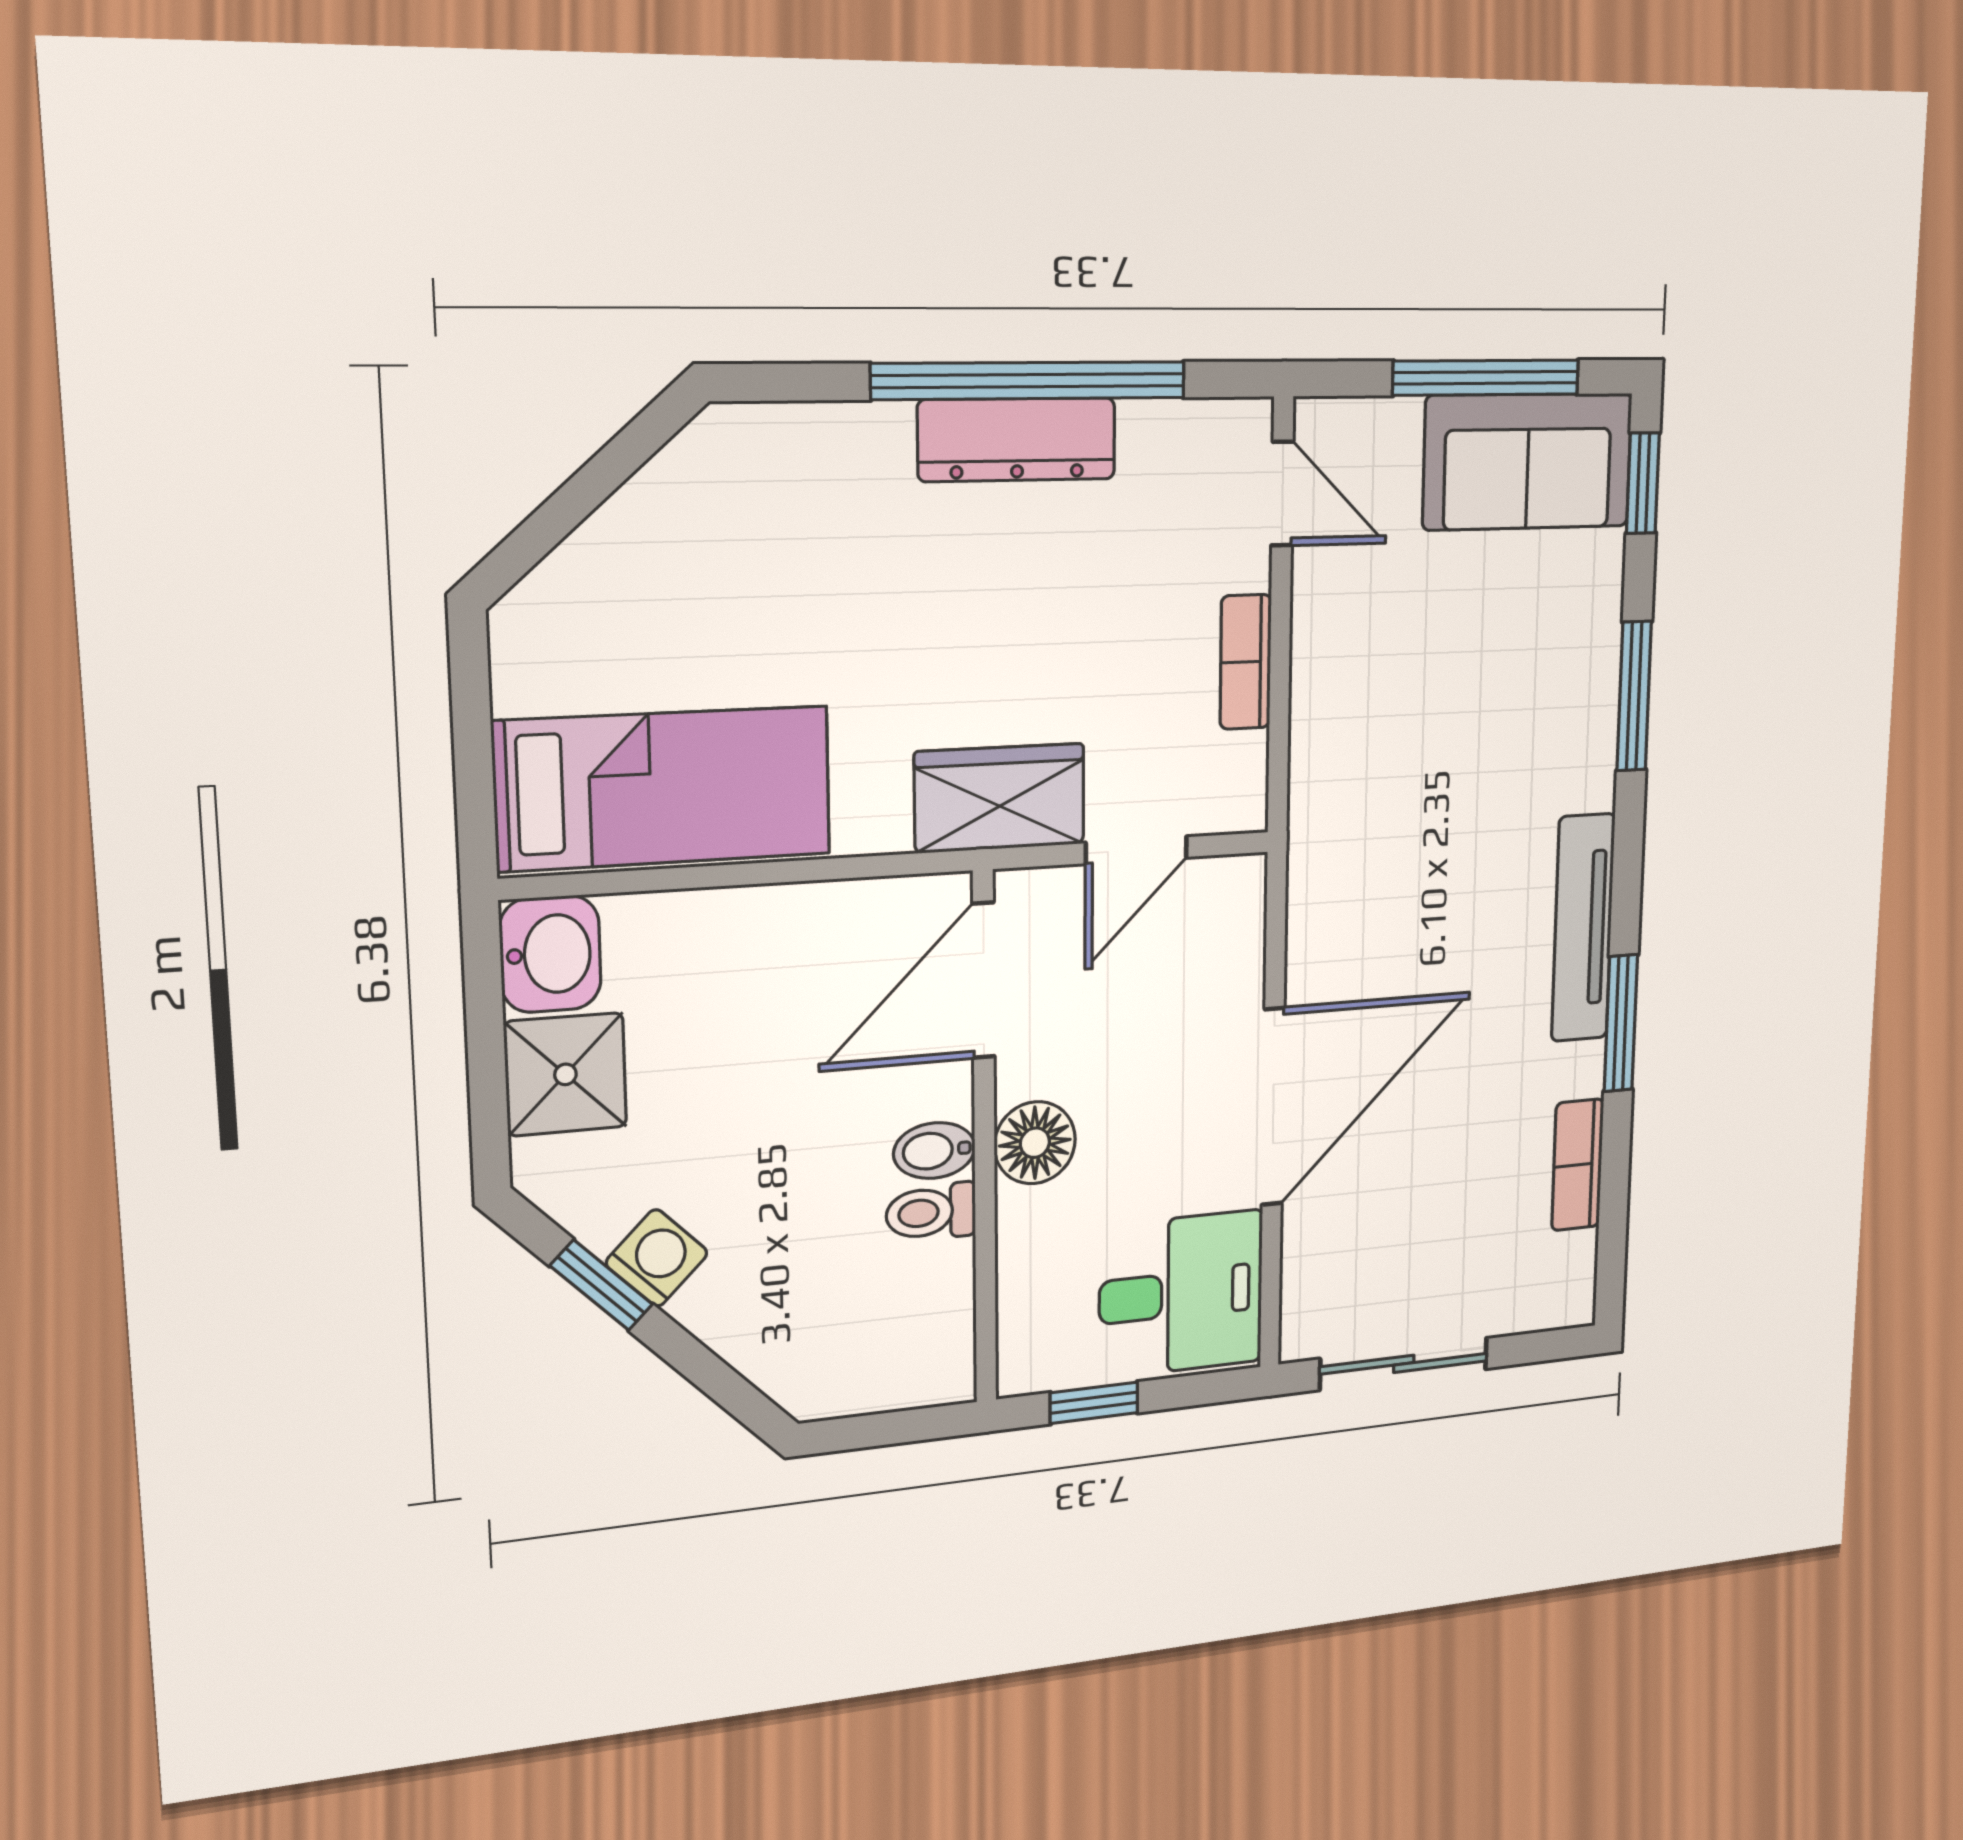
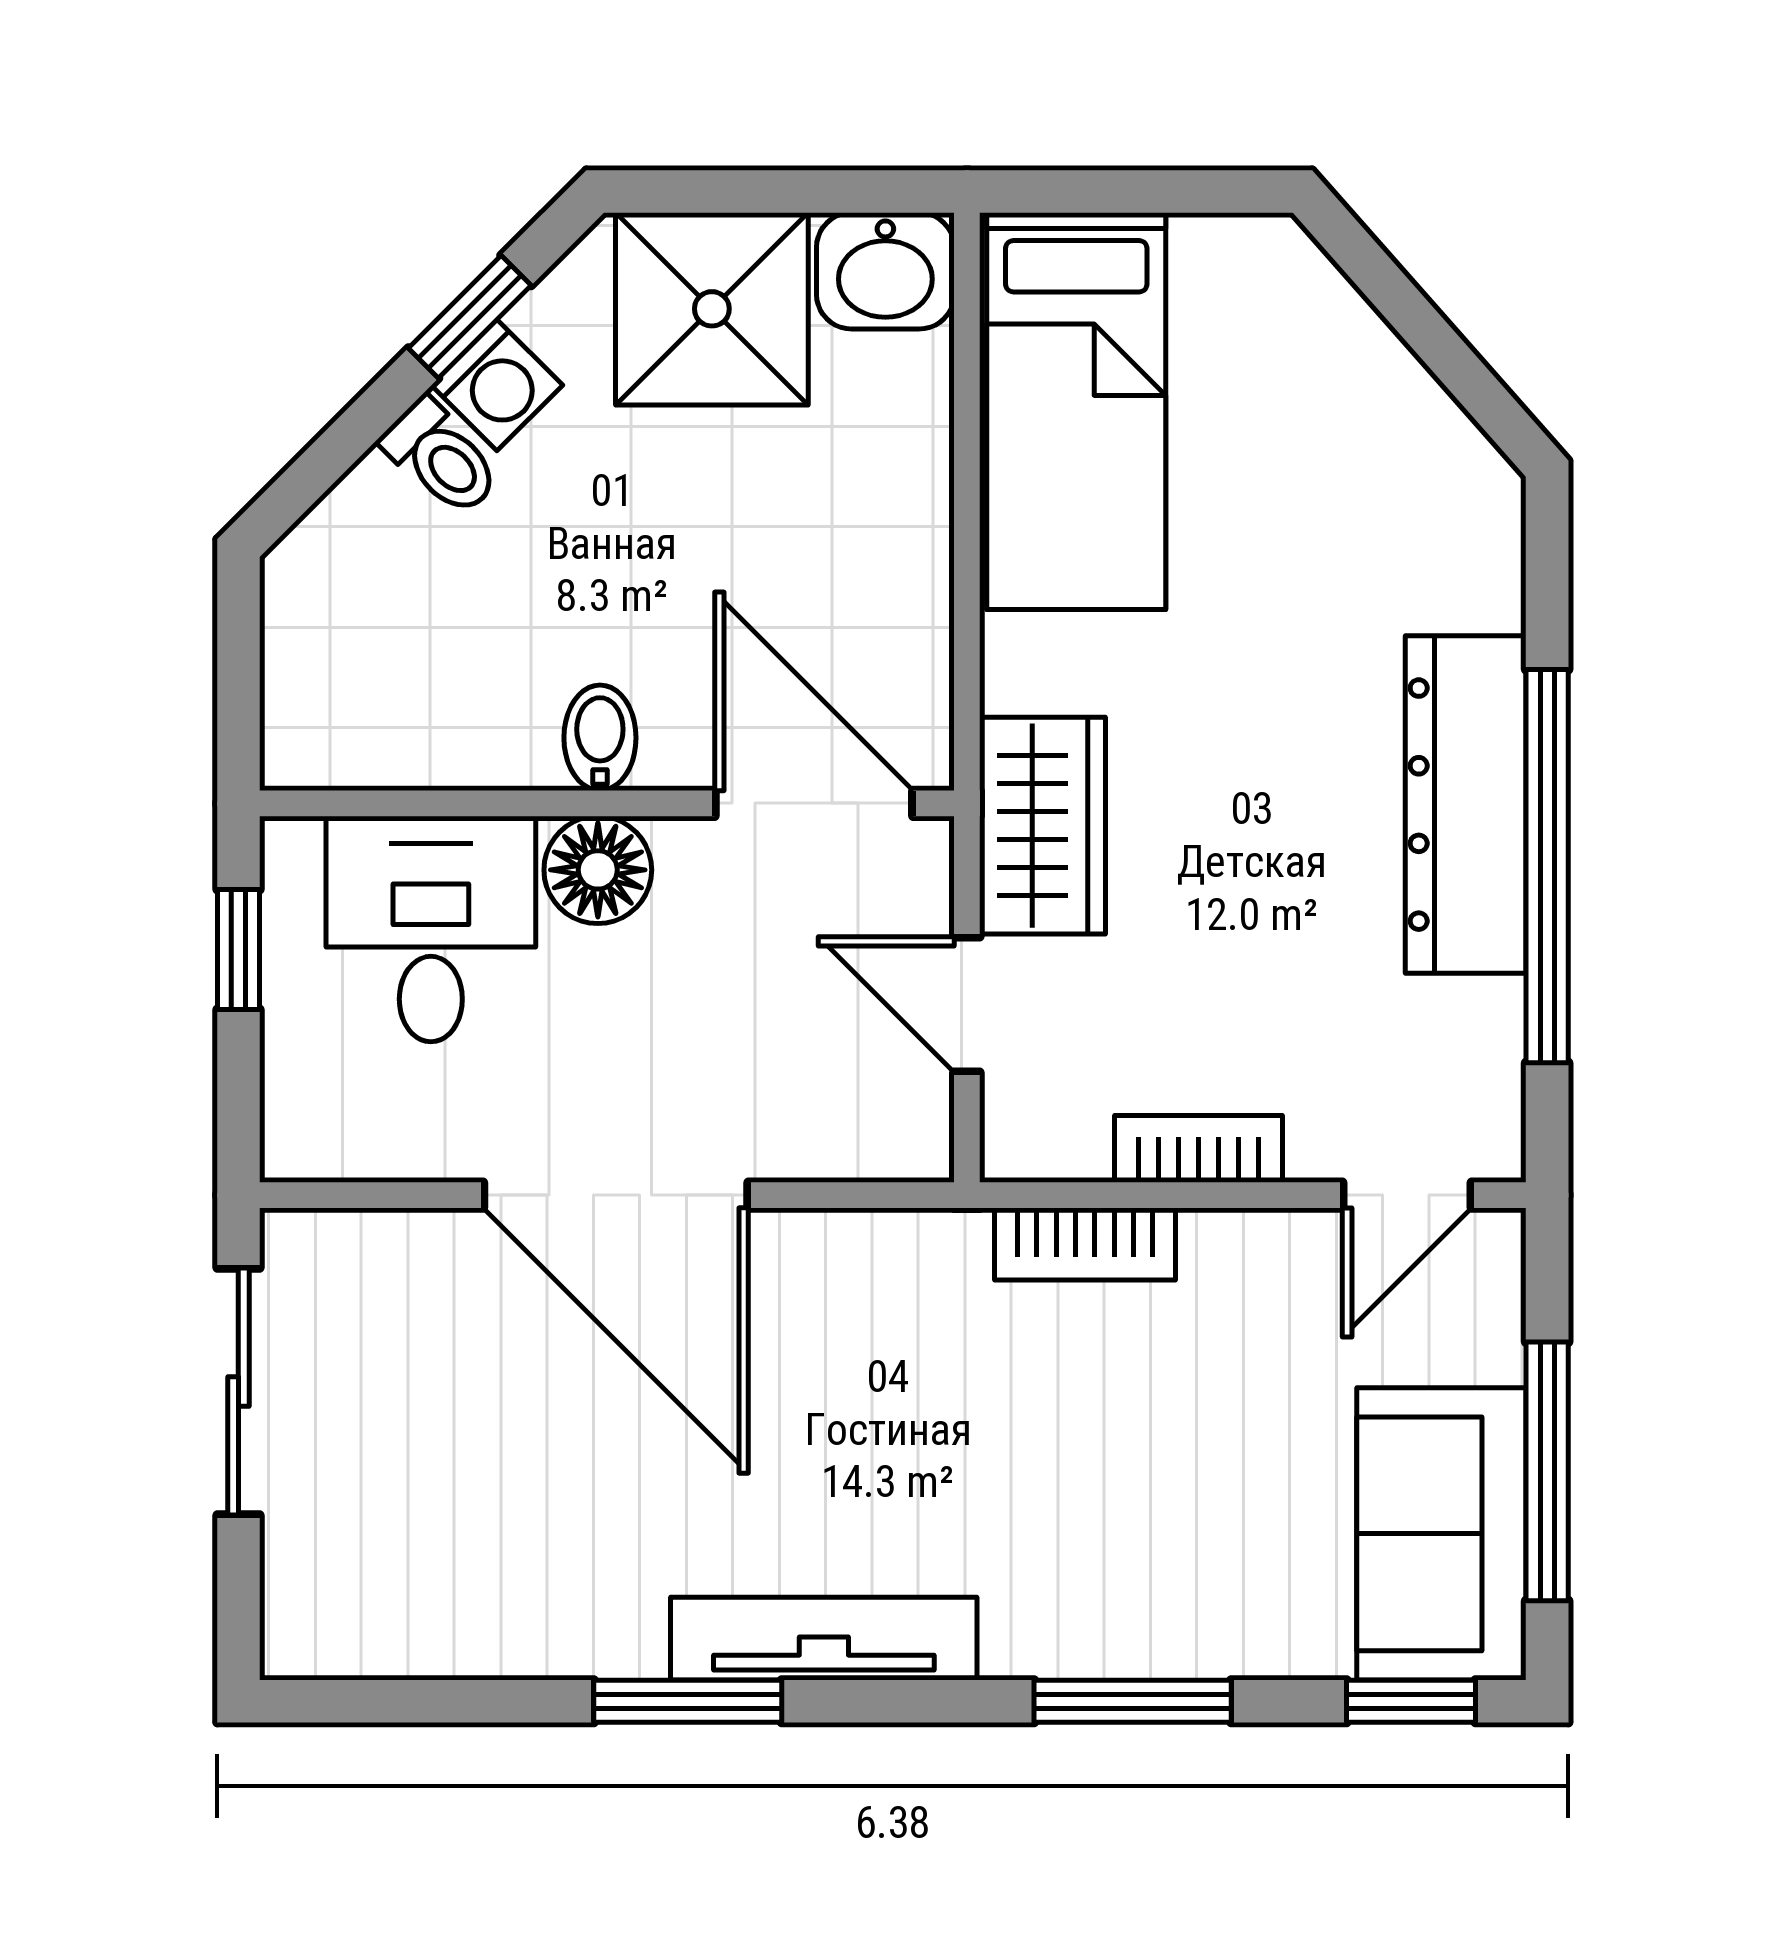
dresser: (1017, 440) -> (1466, 805), width x1.37, depth x1.24
shower: (565, 1074) -> (712, 309), width x1.36, depth x1.36
bookcase: (1578, 1165) -> (1085, 1244), moved, turned 180
toilet: (931, 1212) -> (441, 457), moved, turned 135
desk: (1181, 1294) -> (431, 929), moved, turned 180

